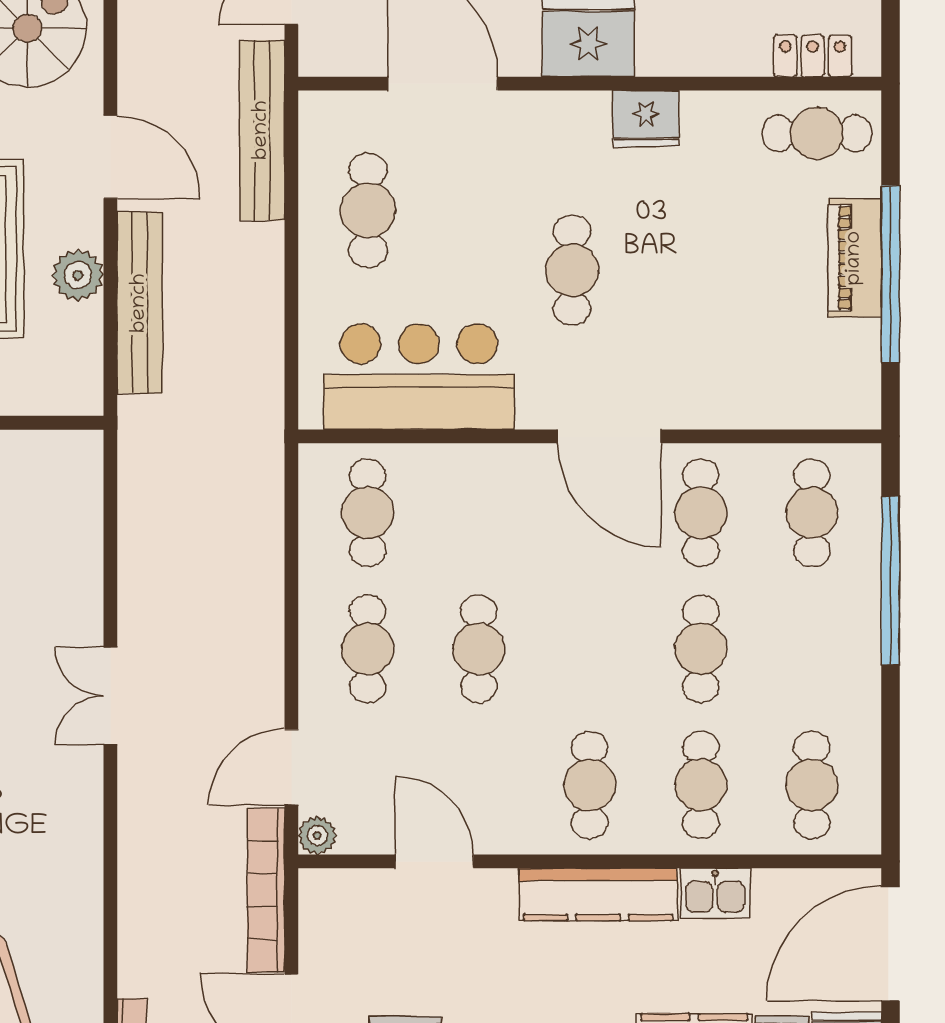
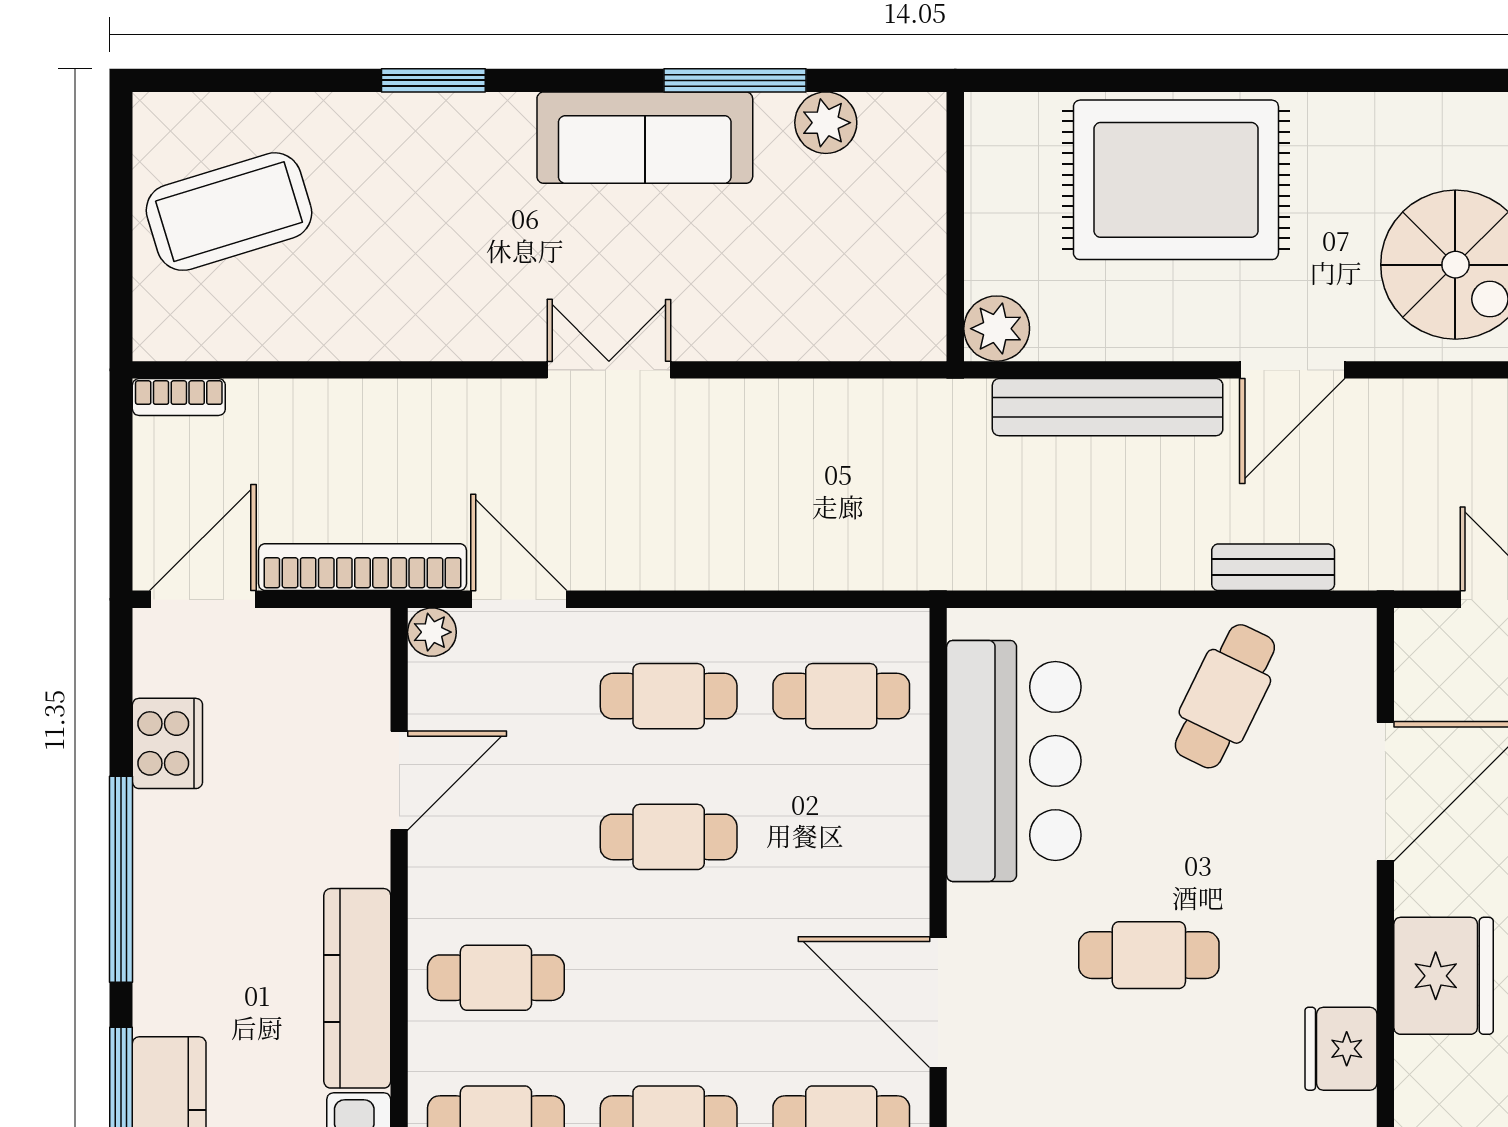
bench: (262, 130) -> (1273, 567), width x0.54, depth x0.82
cafe table: (368, 210) -> (1225, 696), turned -64
plant: (78, 275) -> (997, 329), moved
door: (609, 436) -> (938, 1002), hinge flipped

